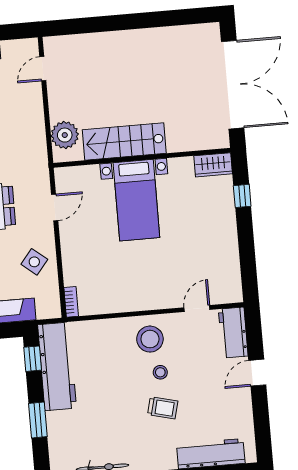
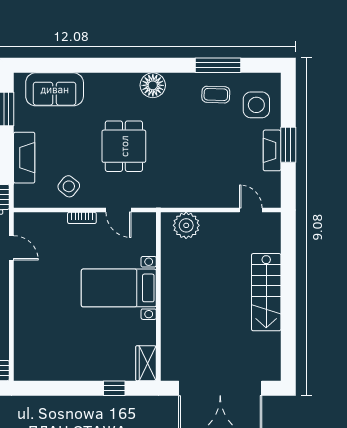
stairs: (124, 142) -> (266, 292), moved, turned 180
bookcase: (71, 302) -> (82, 218), moved
door: (197, 309) -> (11, 248), moved

